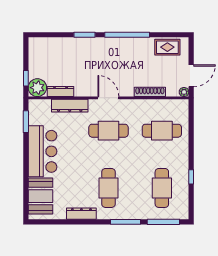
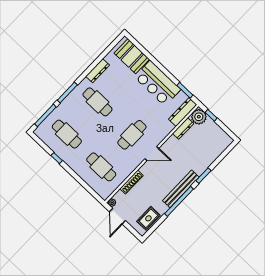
bench: (115, 44) -> (181, 189), added
dresser: (70, 106) -> (183, 112), moved
cafe table: (162, 131) -> (101, 167), turned 90

